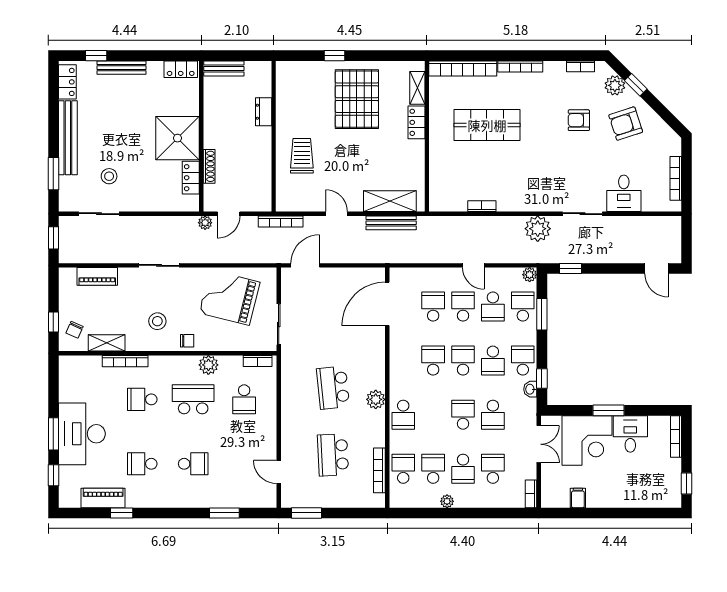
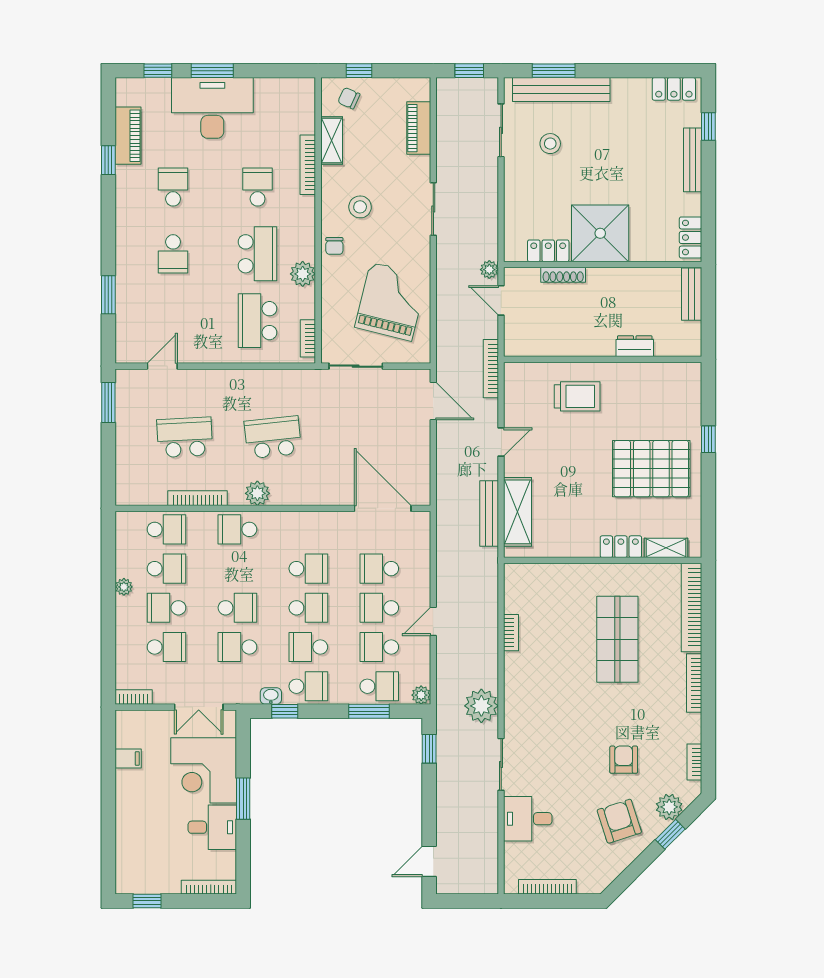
bench: (68, 138) -> (561, 90), moved
school desk: (433, 307) -> (379, 569), turned 180
school desk: (463, 307) -> (379, 608), turned 180
school desk: (244, 399) -> (258, 321), width x1.85
bookcase: (379, 470) -> (197, 498), moved

